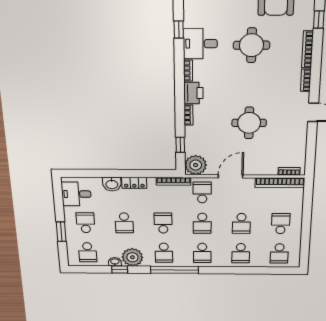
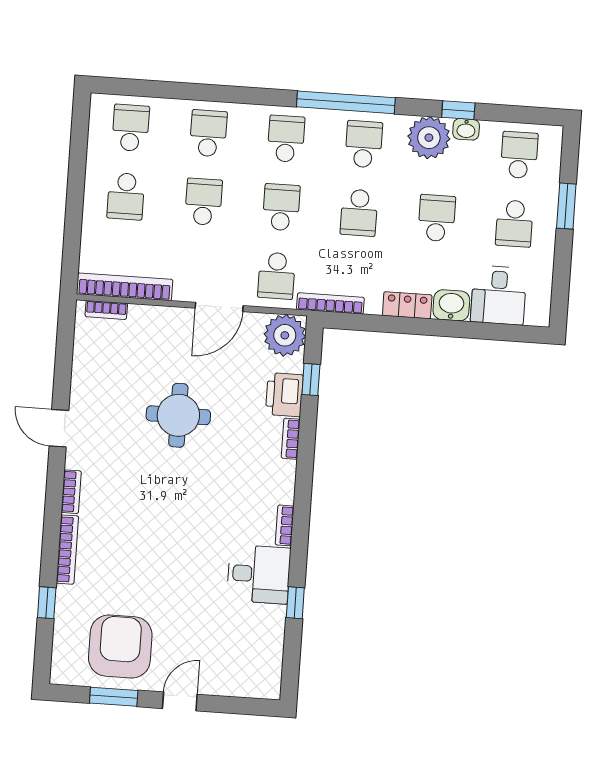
round table: (252, 45) -> (167, 565), removed
printer: (193, 93) -> (284, 395), moved
desk: (76, 194) -> (499, 295), moved, turned 90

